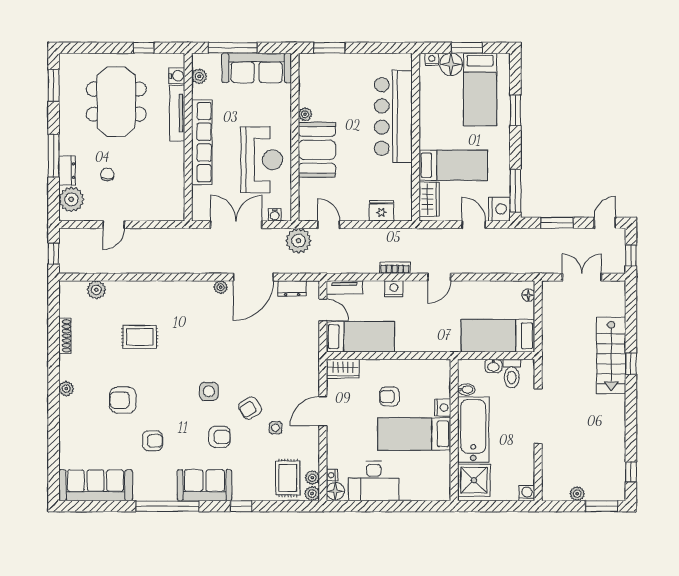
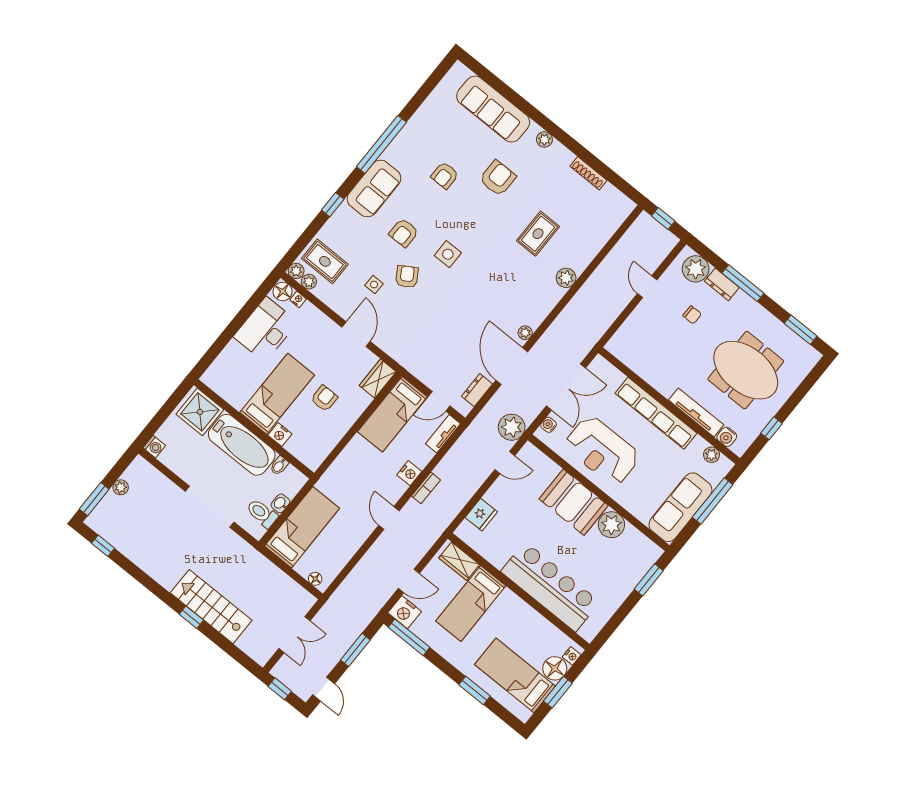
plant: (305, 114) -> (611, 525), width x1.87, depth x1.87
plant: (96, 290) -> (566, 278), moved
sofa: (96, 485) -> (493, 109), moved, turned 90

